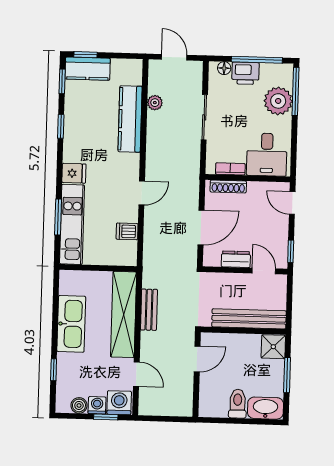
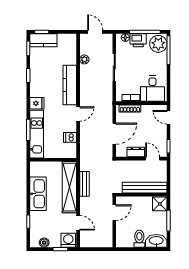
plant: (278, 101) -> (158, 44), moved
kitchen counter: (130, 119) -> (70, 85), moved
washing machine: (97, 405) -> (55, 242), removed

